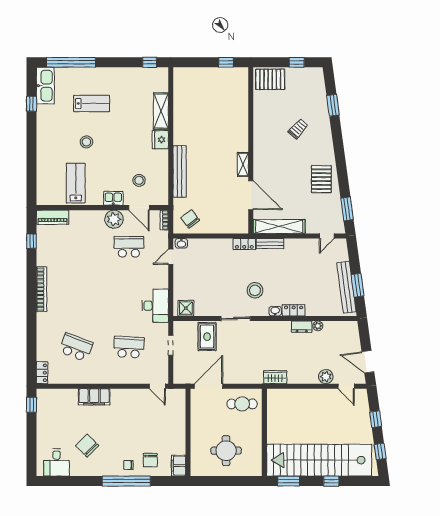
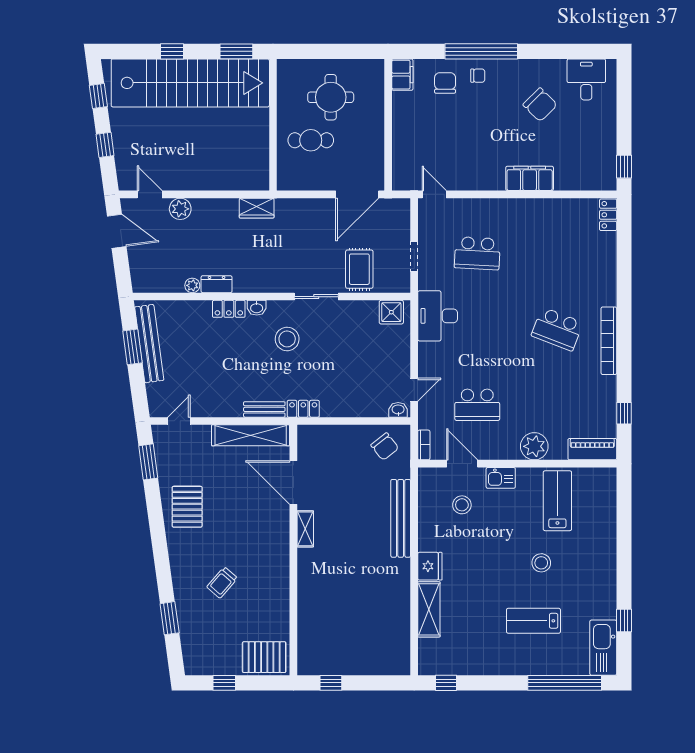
lab bench: (76, 183) -> (557, 501), turned 180
plant: (114, 219) -> (534, 446), moved
school desk: (76, 347) -> (557, 329), moved
cafe table: (242, 404) -> (311, 140), moved

